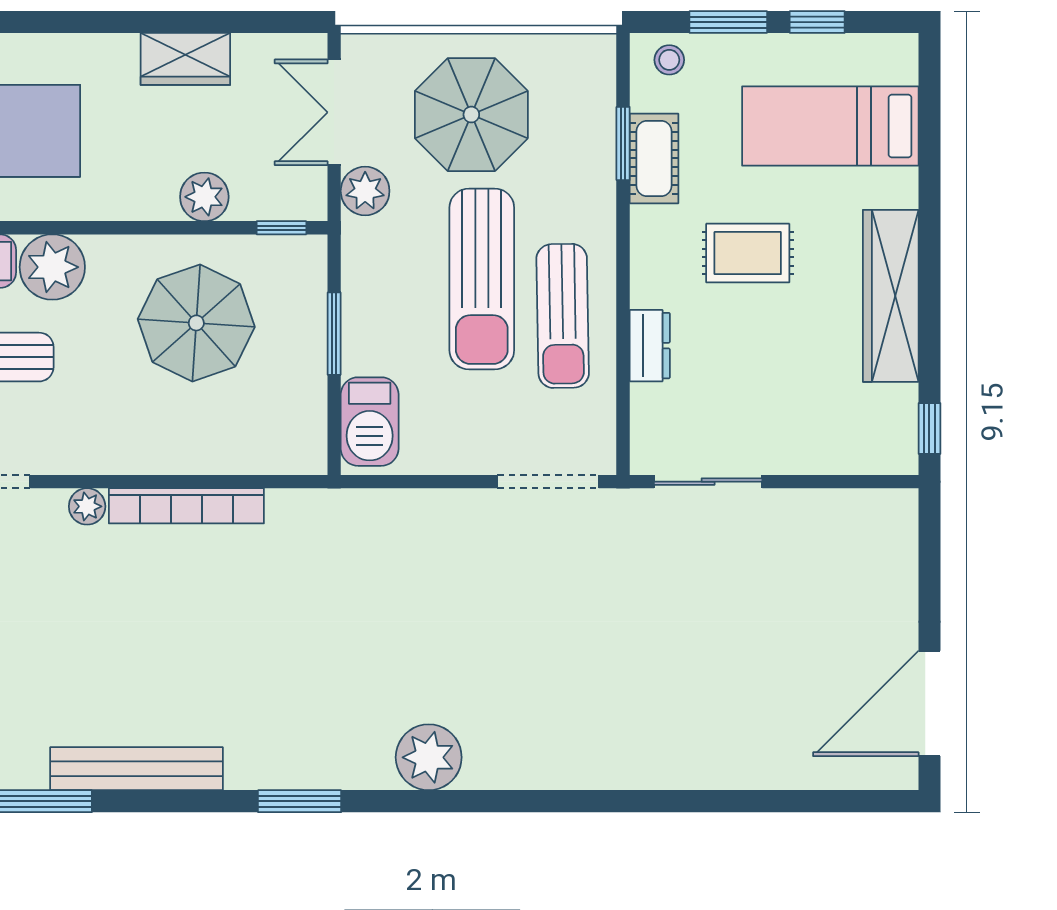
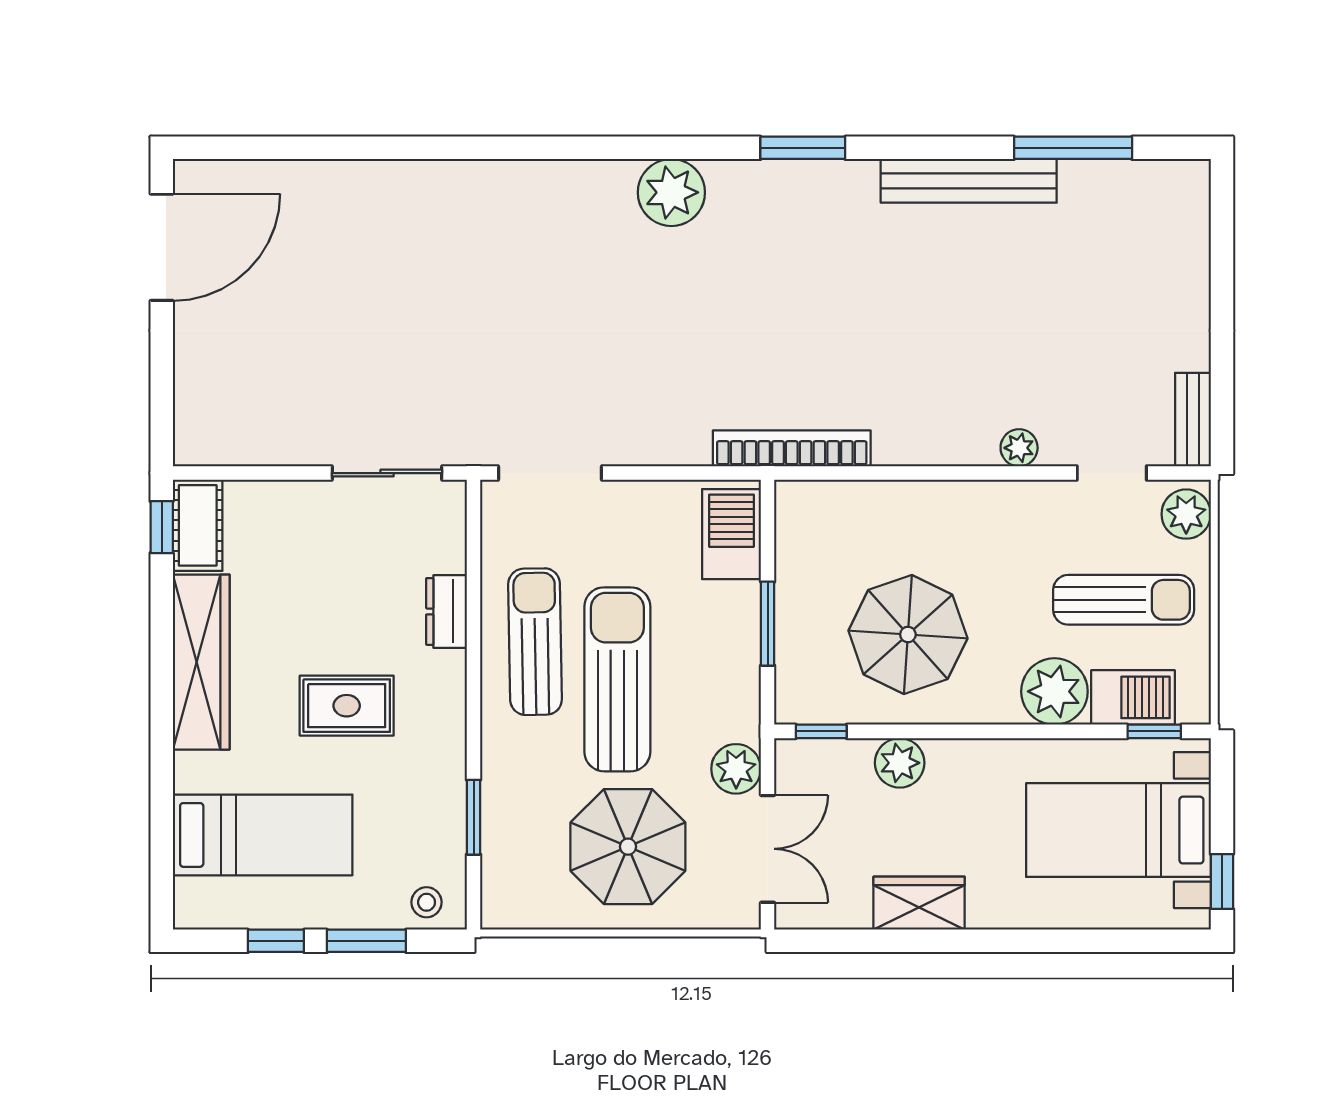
cot: (654, 158) -> (198, 525), moved
bookcase: (186, 506) -> (792, 448), moved

